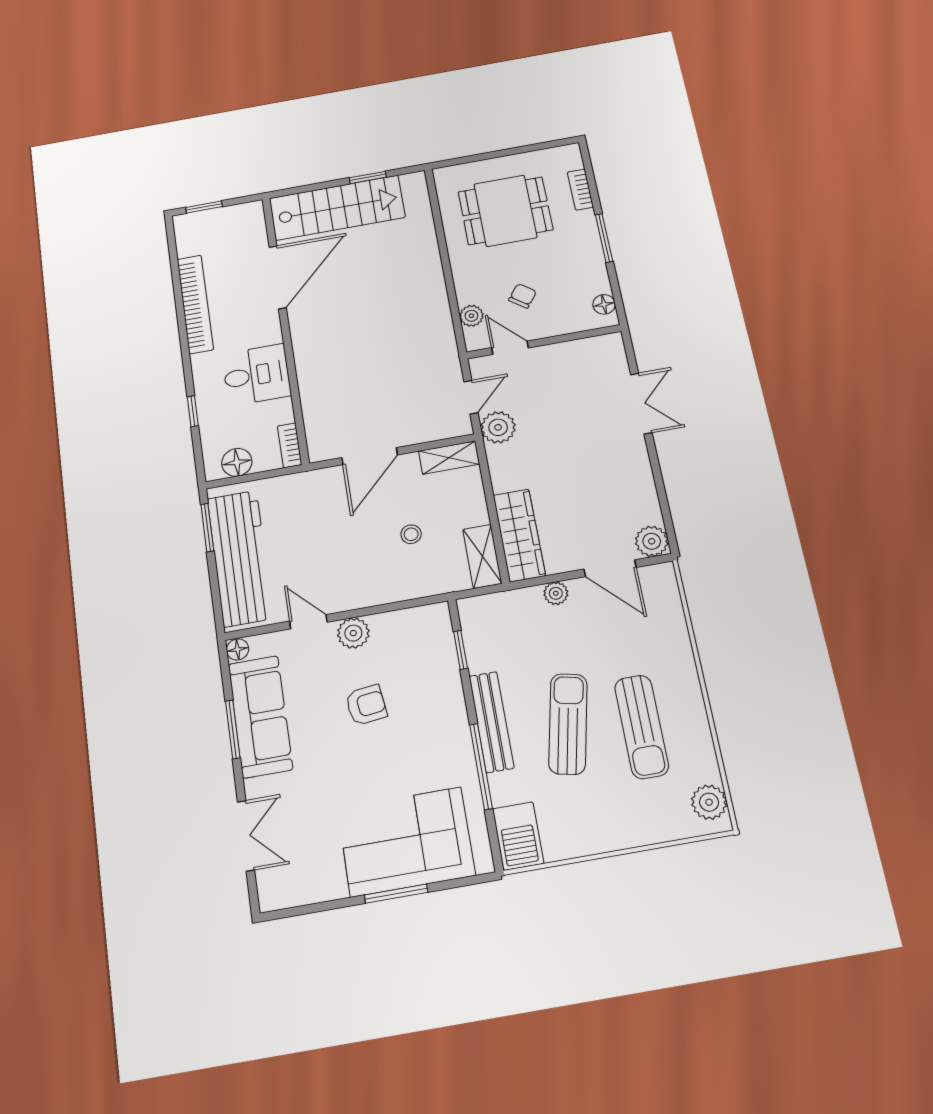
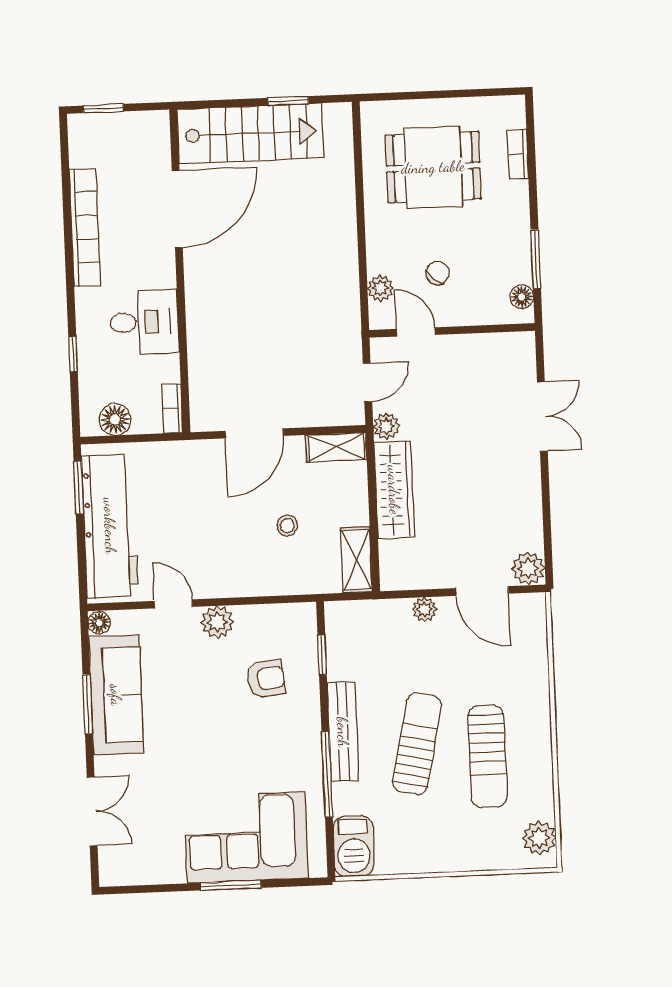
window: (604, 238) -> (536, 259), moved
plant: (498, 427) -> (386, 426), width x0.73, depth x0.73
wardrobe: (519, 535) -> (394, 490), moved
armchair: (366, 705) -> (266, 679), moved

